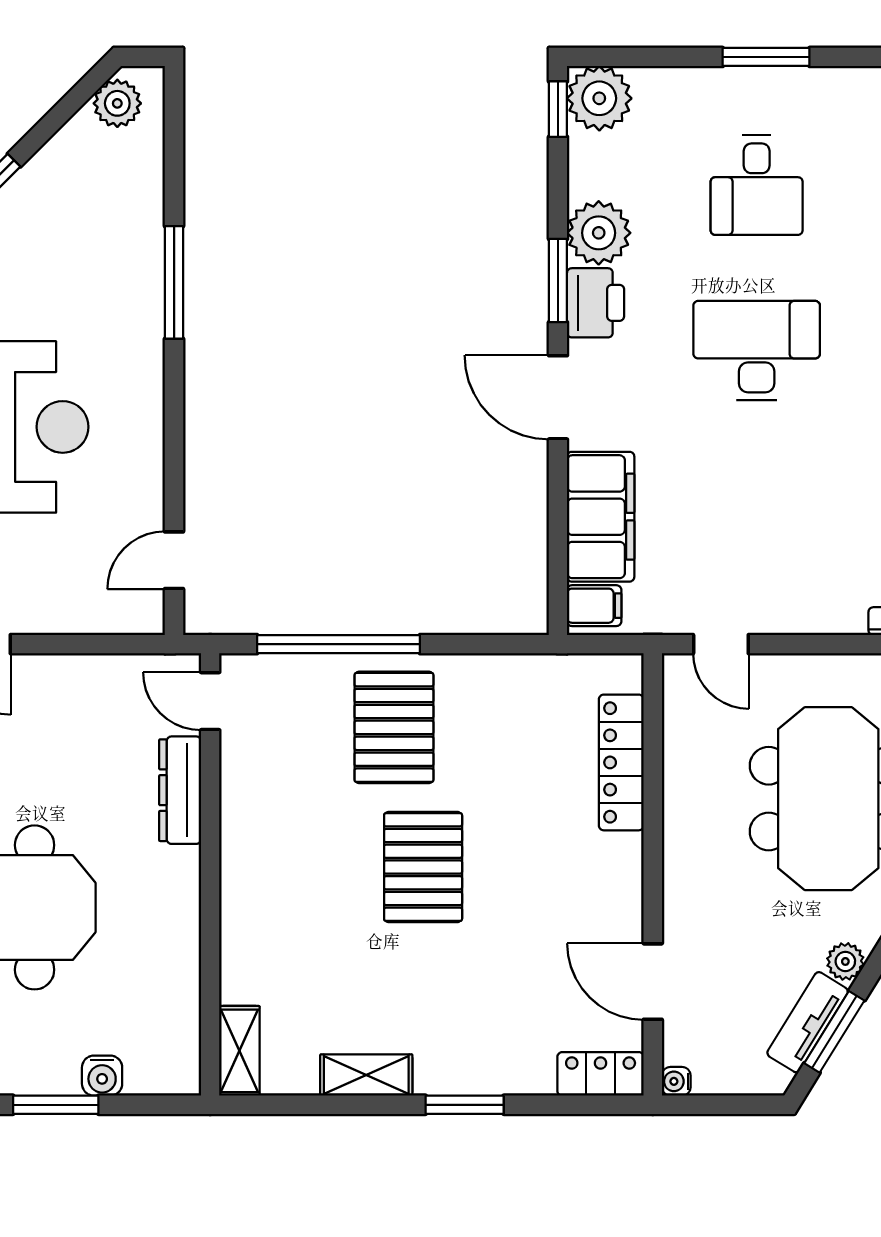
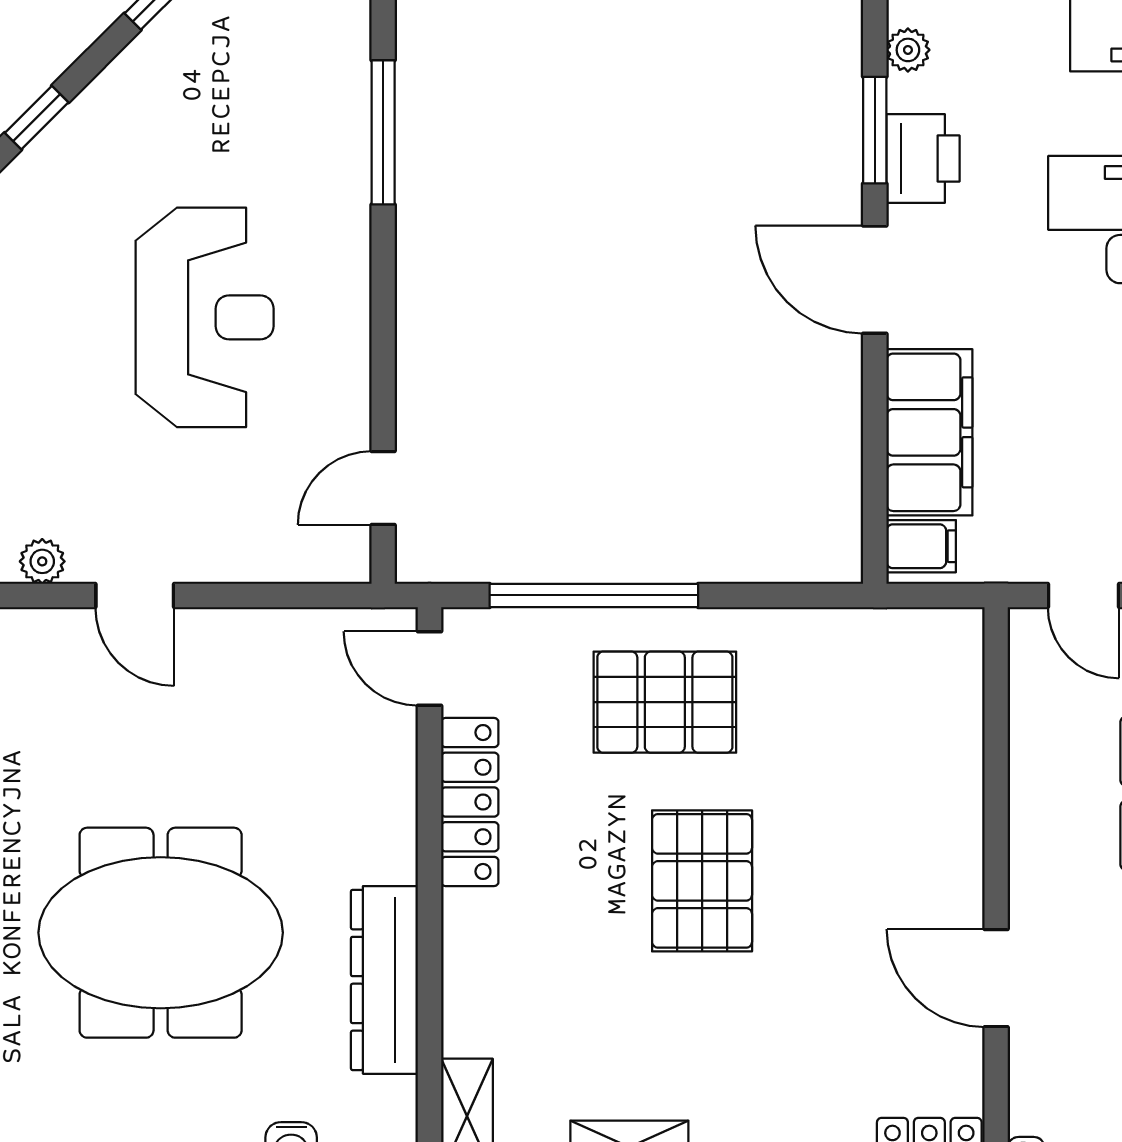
plant: (599, 233) -> (908, 50), width x0.53, depth x0.53
pallet: (394, 727) -> (665, 702), turned 90
locker: (621, 762) -> (470, 802), moved, turned 180
dresser: (180, 790) -> (384, 980), moved, width x1.37, depth x1.24
door: (653, 982) -> (996, 978), moved

